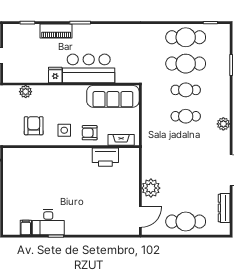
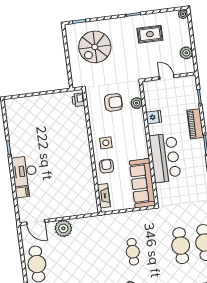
fridge: (55, 75) -> (154, 117), moved
cafe table: (186, 90) -> (157, 249), removed
armchair: (34, 126) -> (113, 102), moved
printer: (105, 157) -> (78, 100), moved, width x0.53, depth x0.68
desk: (48, 222) -> (24, 171), moved
filing cabinet: (26, 227) -> (22, 192), moved

